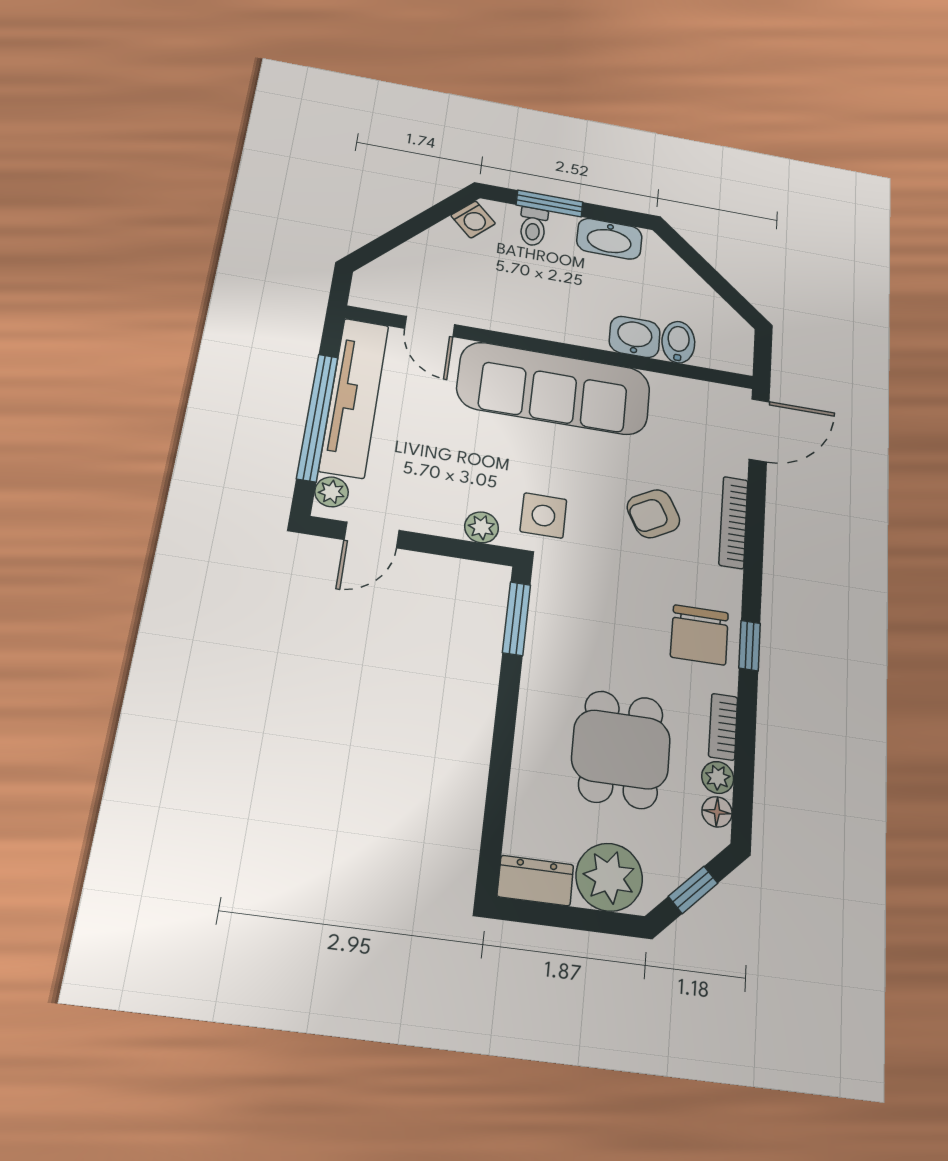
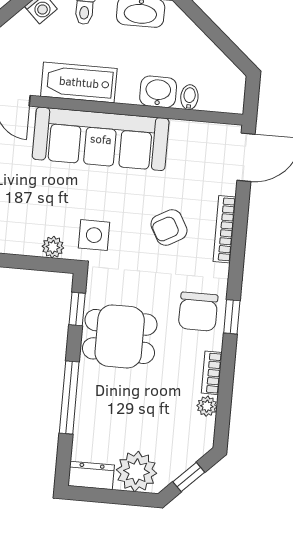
bathtub: (524, 315) -> (79, 82), added
bidet: (678, 342) -> (189, 97), width x0.72, depth x0.74
window: (517, 619) -> (77, 309), width x0.67
dining table: (621, 749) -> (120, 336), moved, turned 90
window: (502, 752) -> (69, 397), added
floor lamp: (717, 812) -> (206, 428), removed

